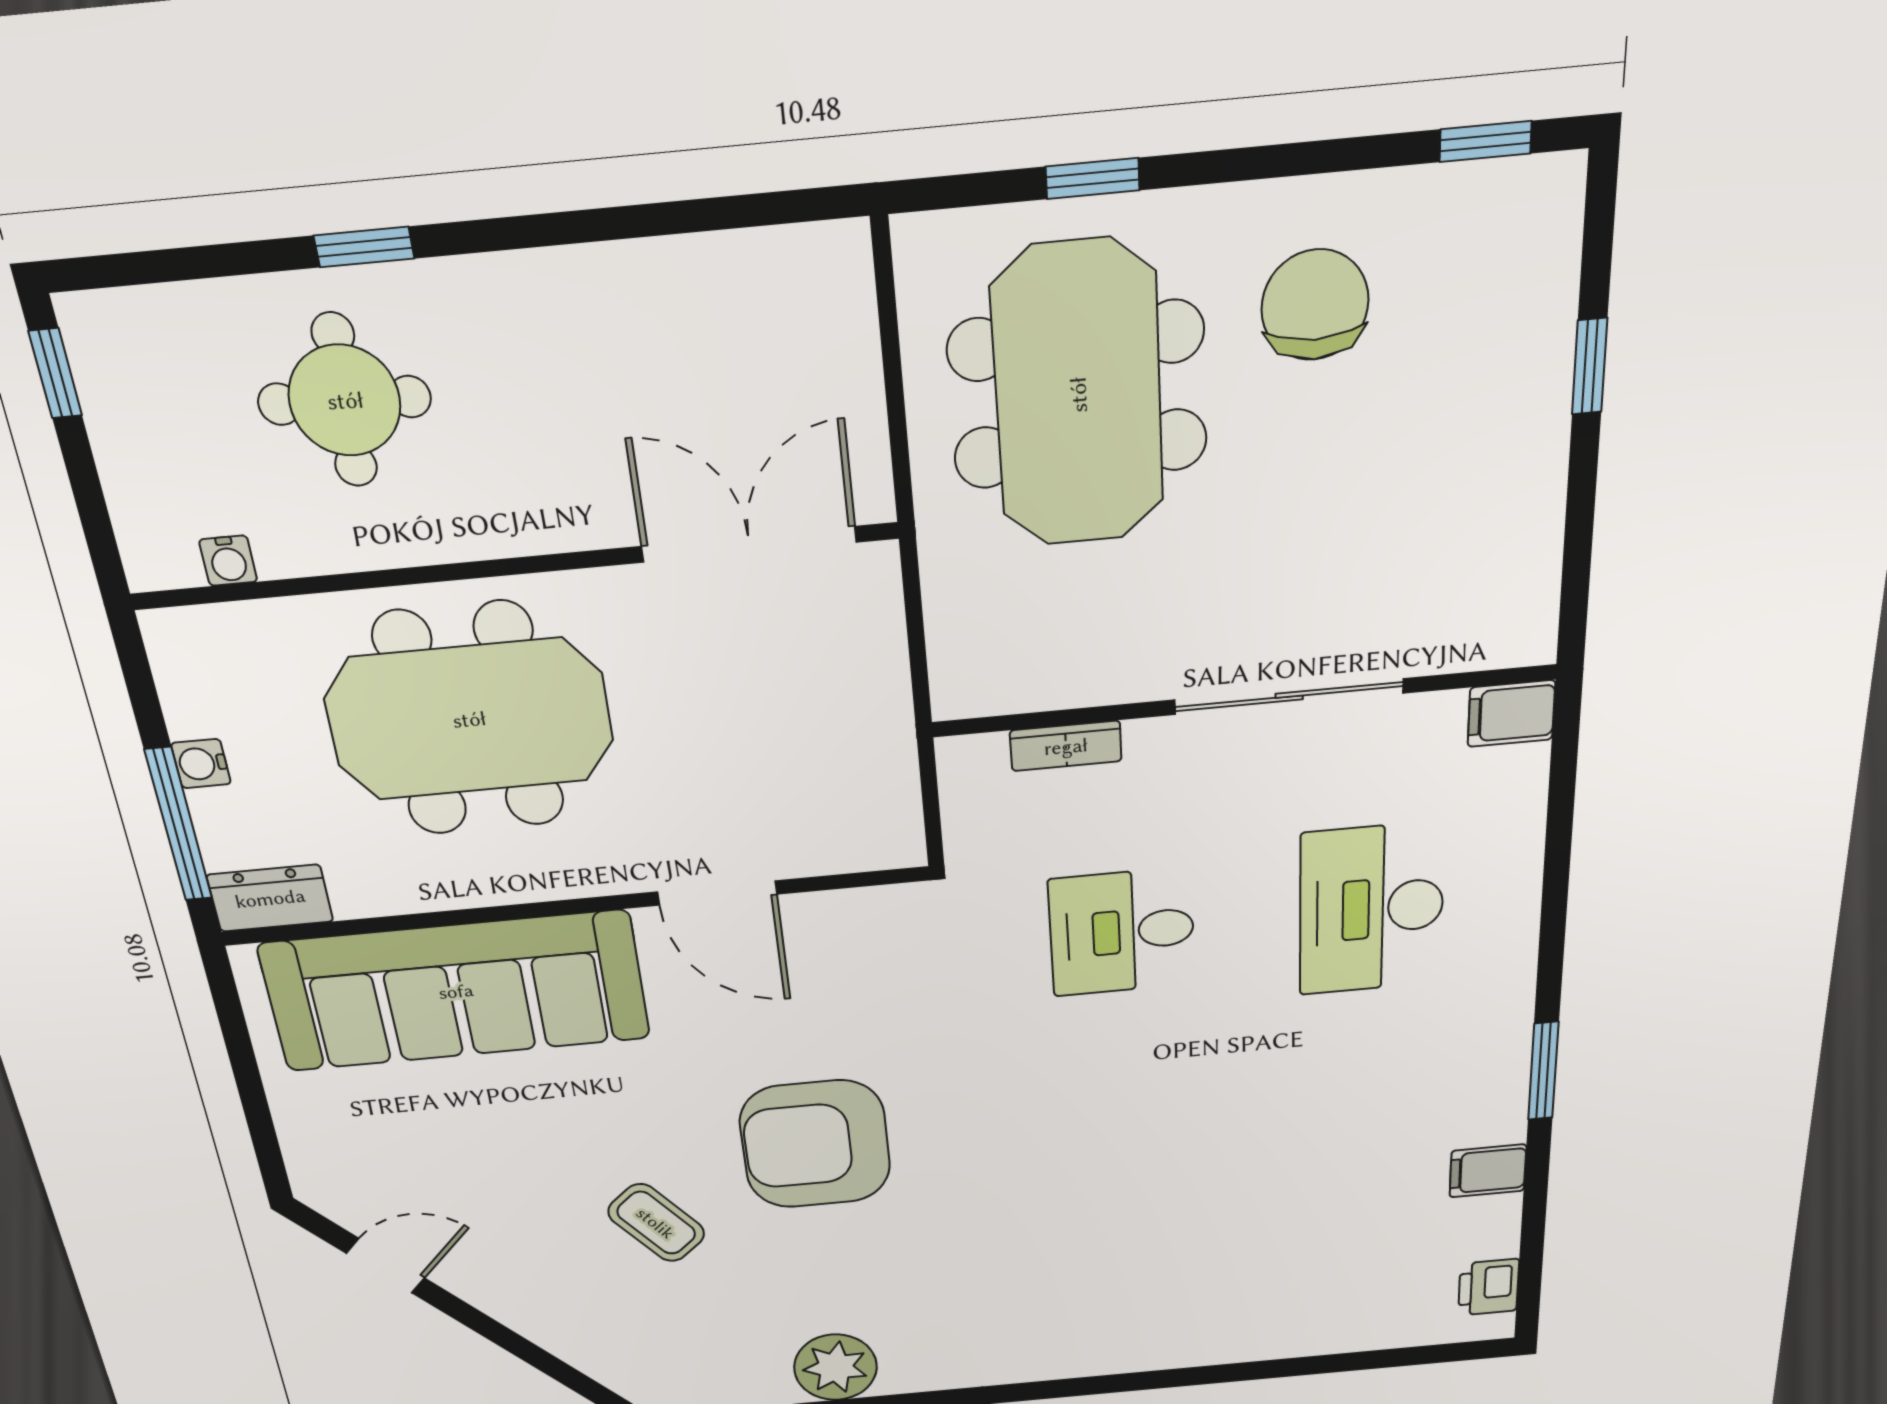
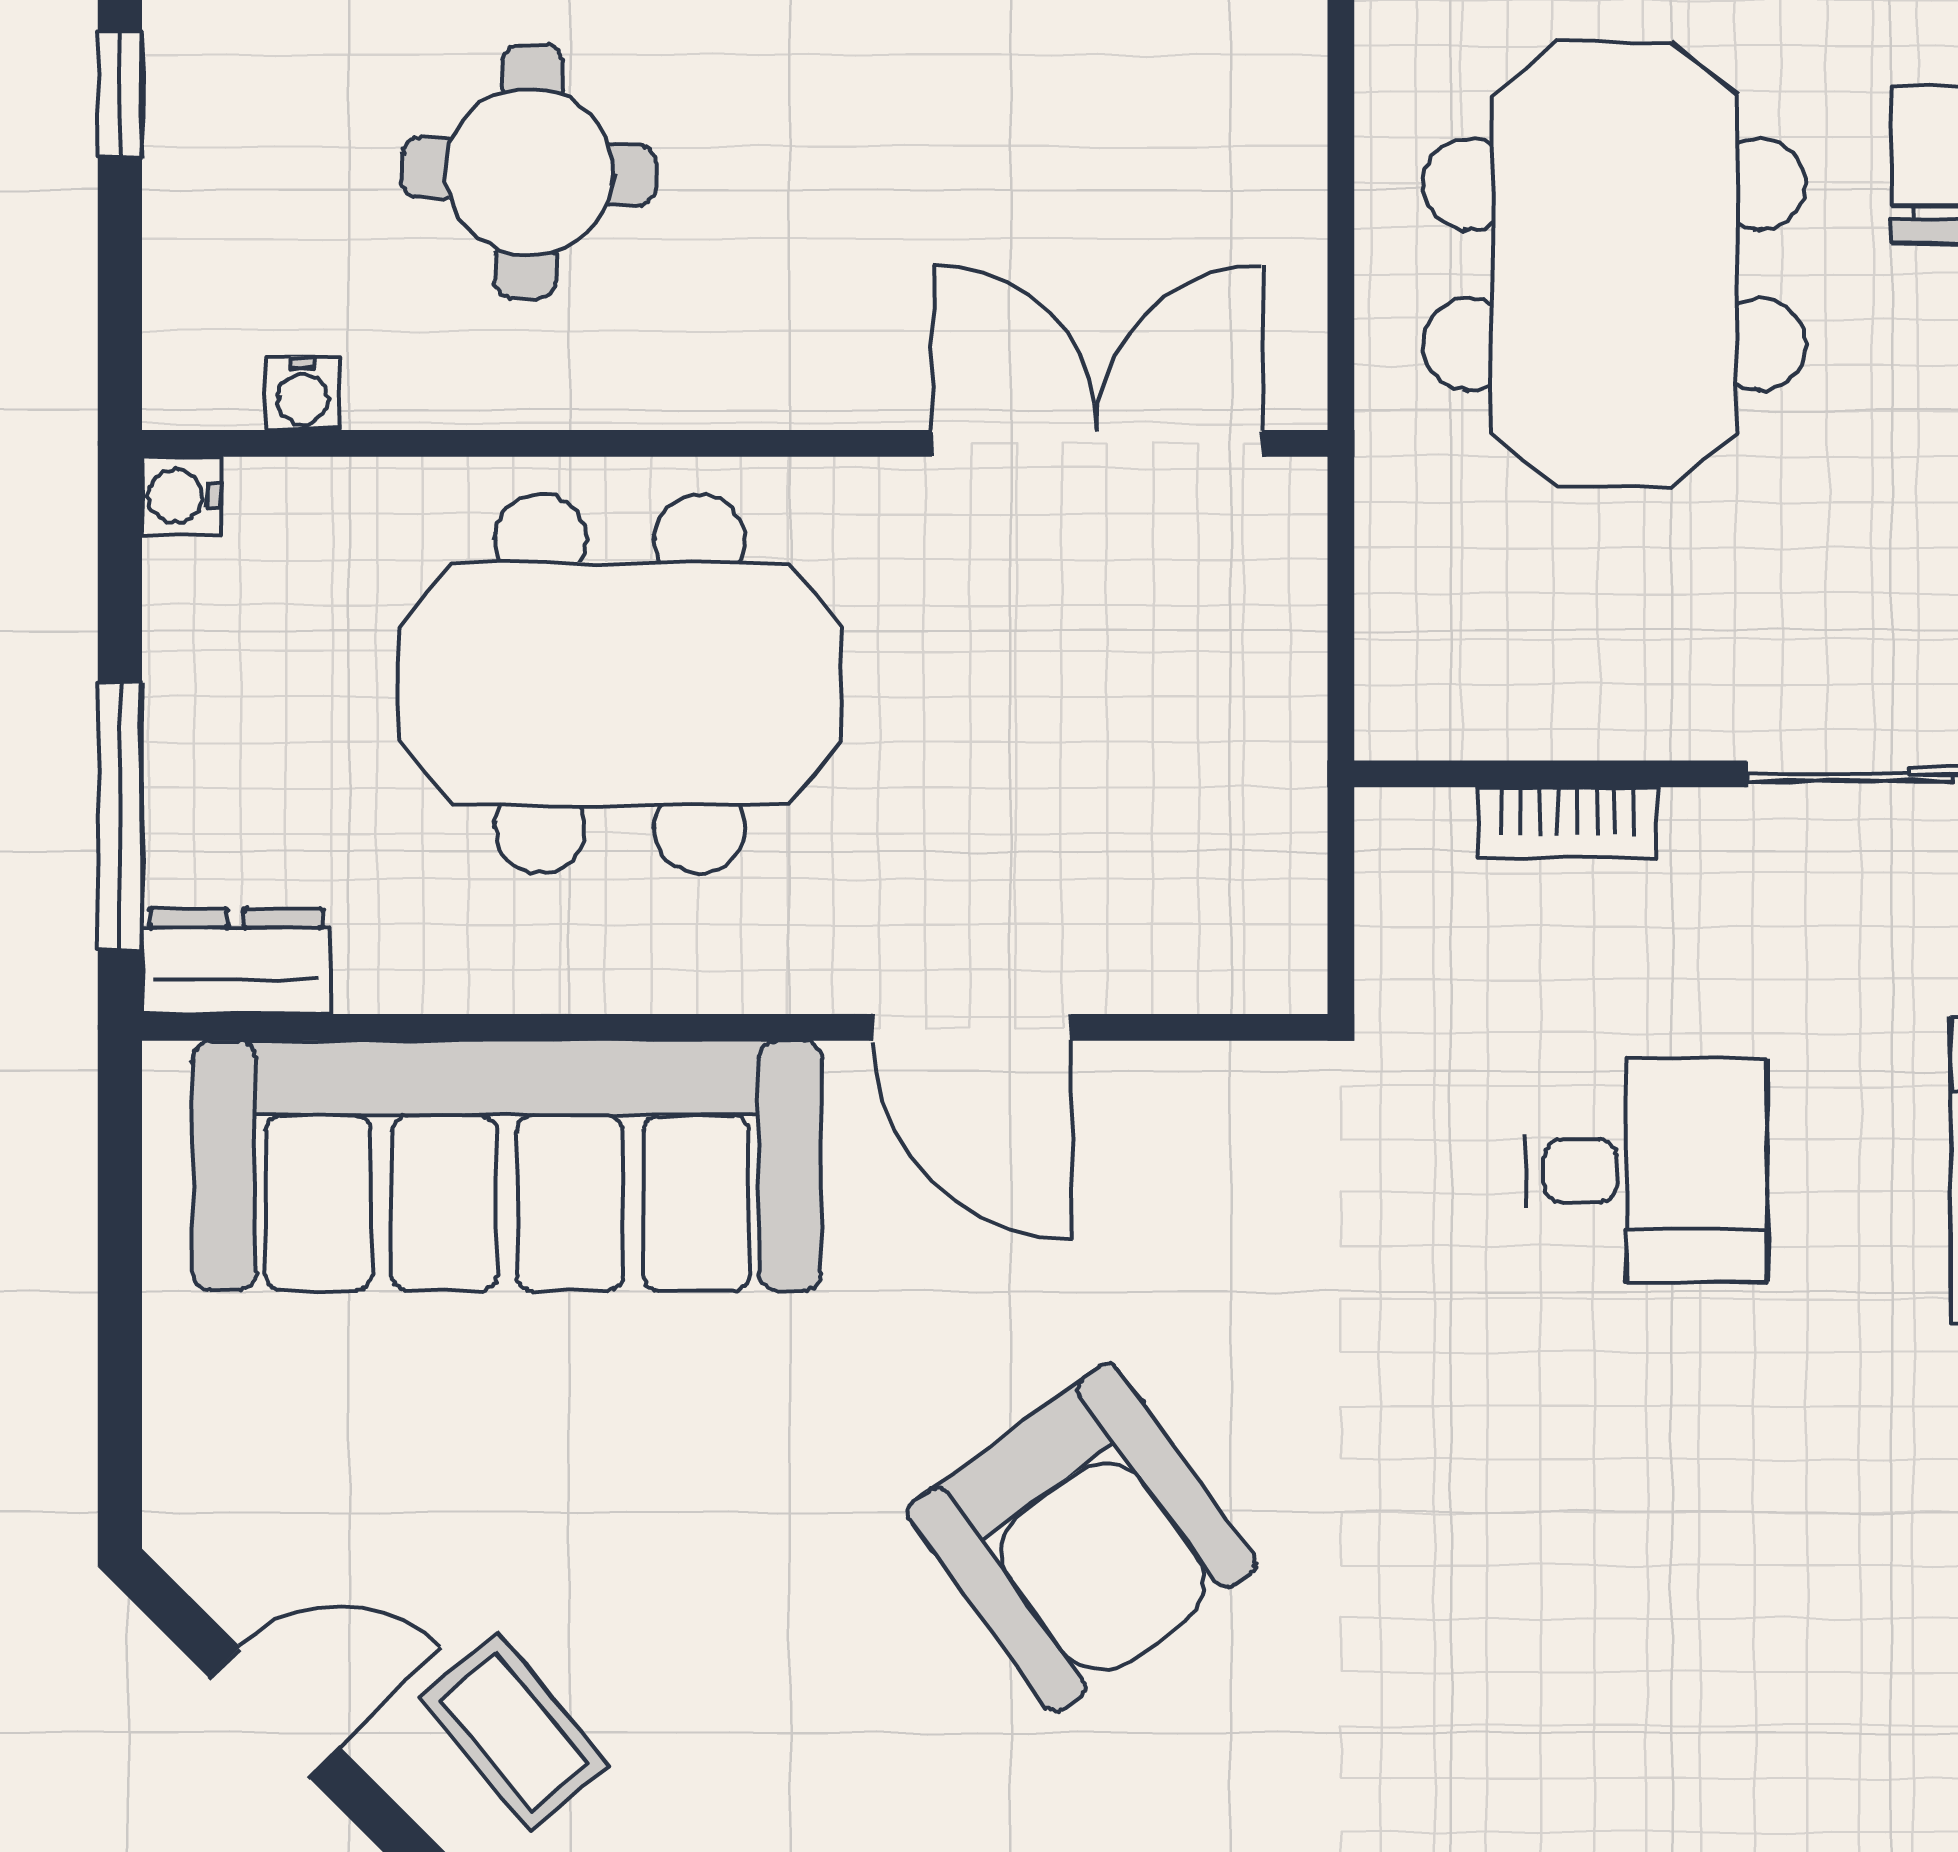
water cooler: (201, 764) -> (181, 496), moved
desk: (1122, 932) -> (1646, 1171), turned 180
armchair: (815, 1144) -> (1082, 1538), turned -126
coffee table: (656, 1223) -> (514, 1732), moved

